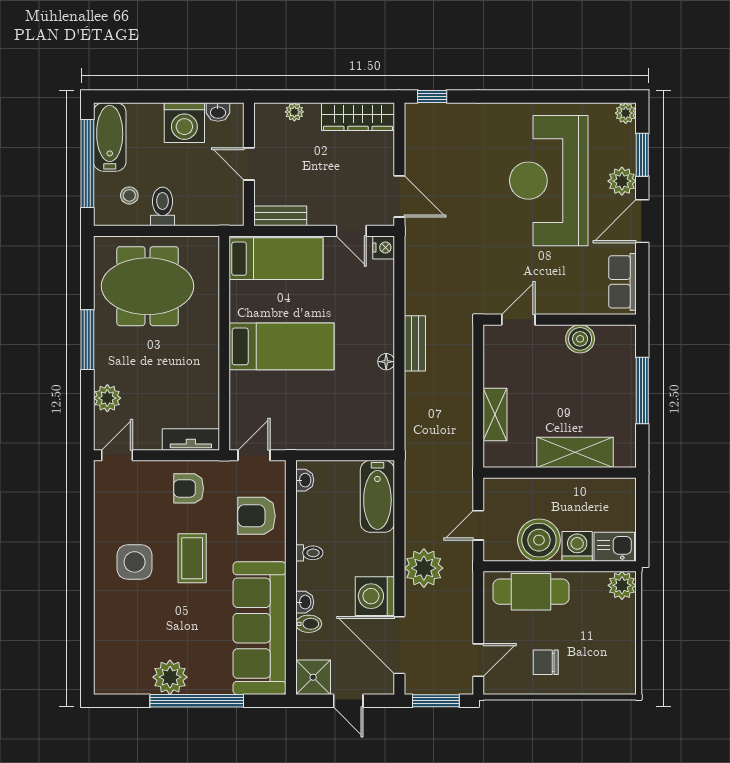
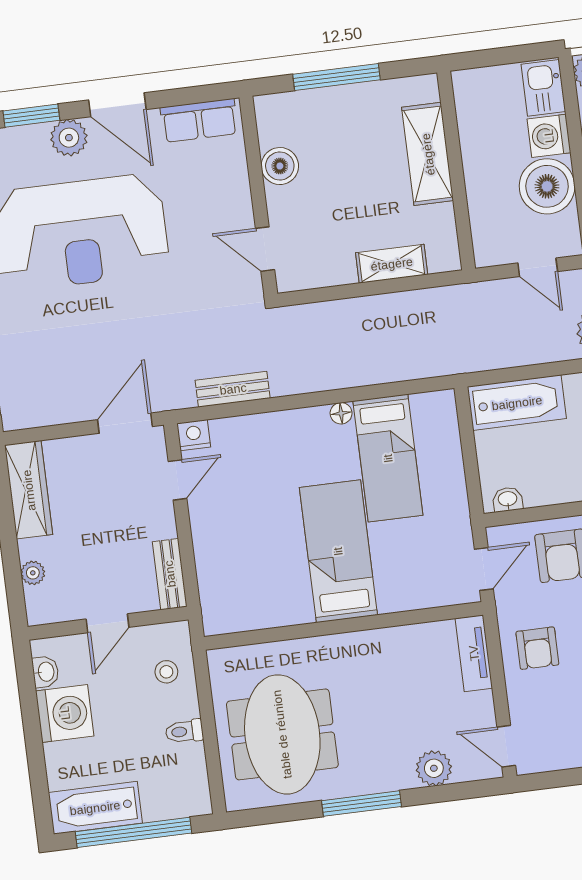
stool: (129, 195) -> (166, 672), moved
toilet: (163, 206) -> (184, 731), width x0.73, depth x0.72
bed: (276, 259) -> (388, 458), moved, turned 180
bench: (415, 343) -> (233, 389), moved
door: (254, 455) -> (484, 569), swing flipped

